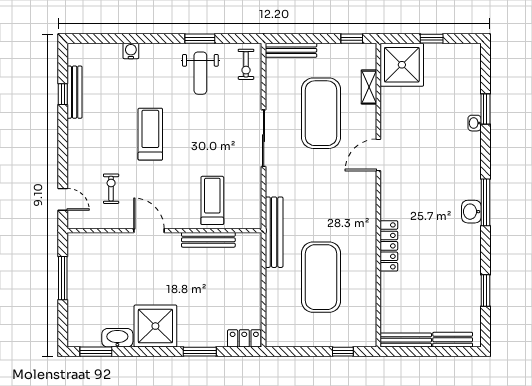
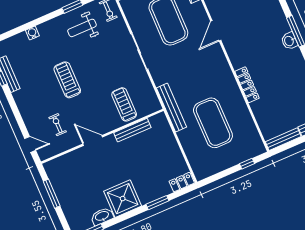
weight bench: (200, 73) -> (82, 28), turned 90

